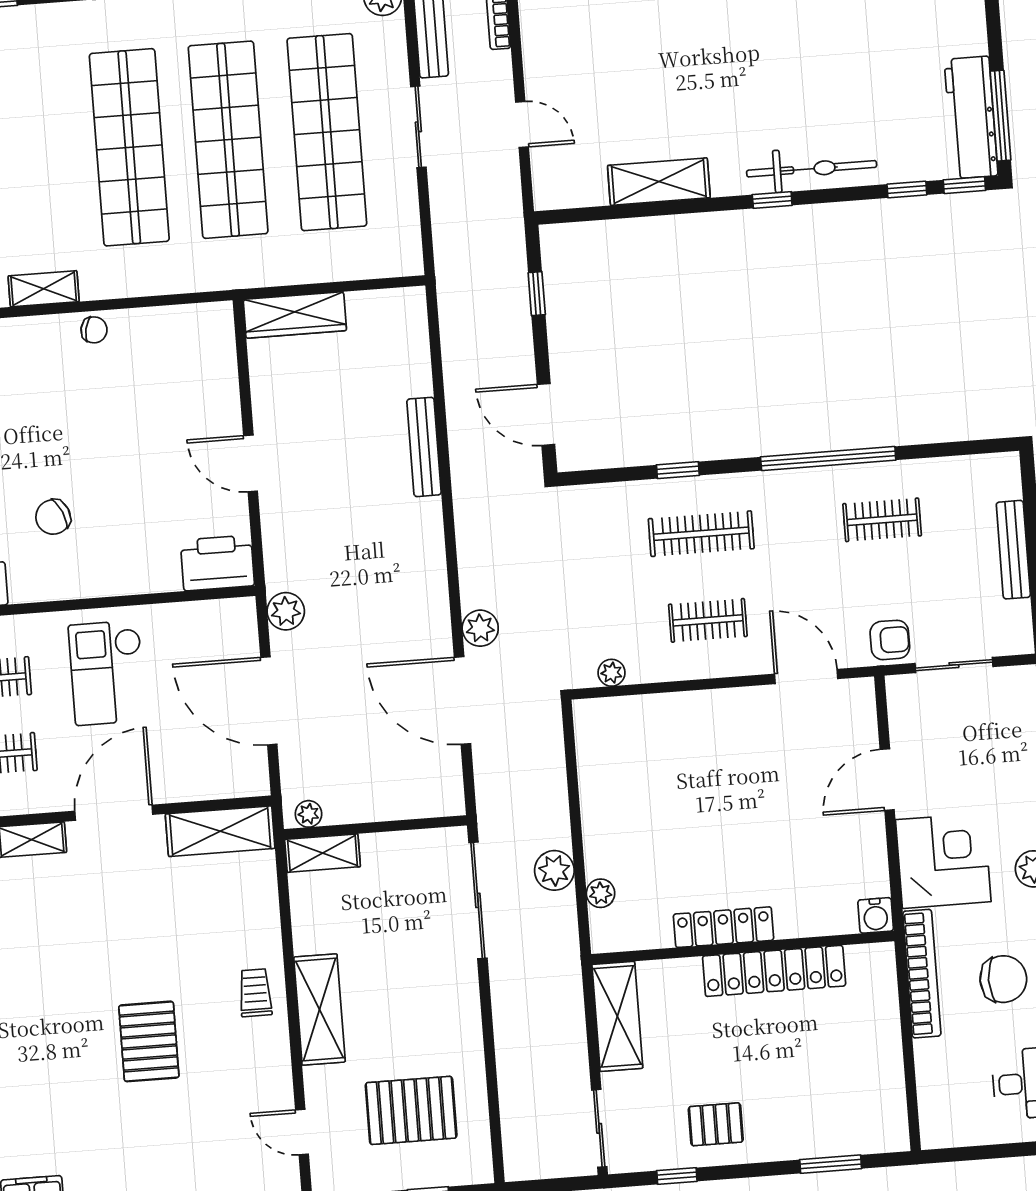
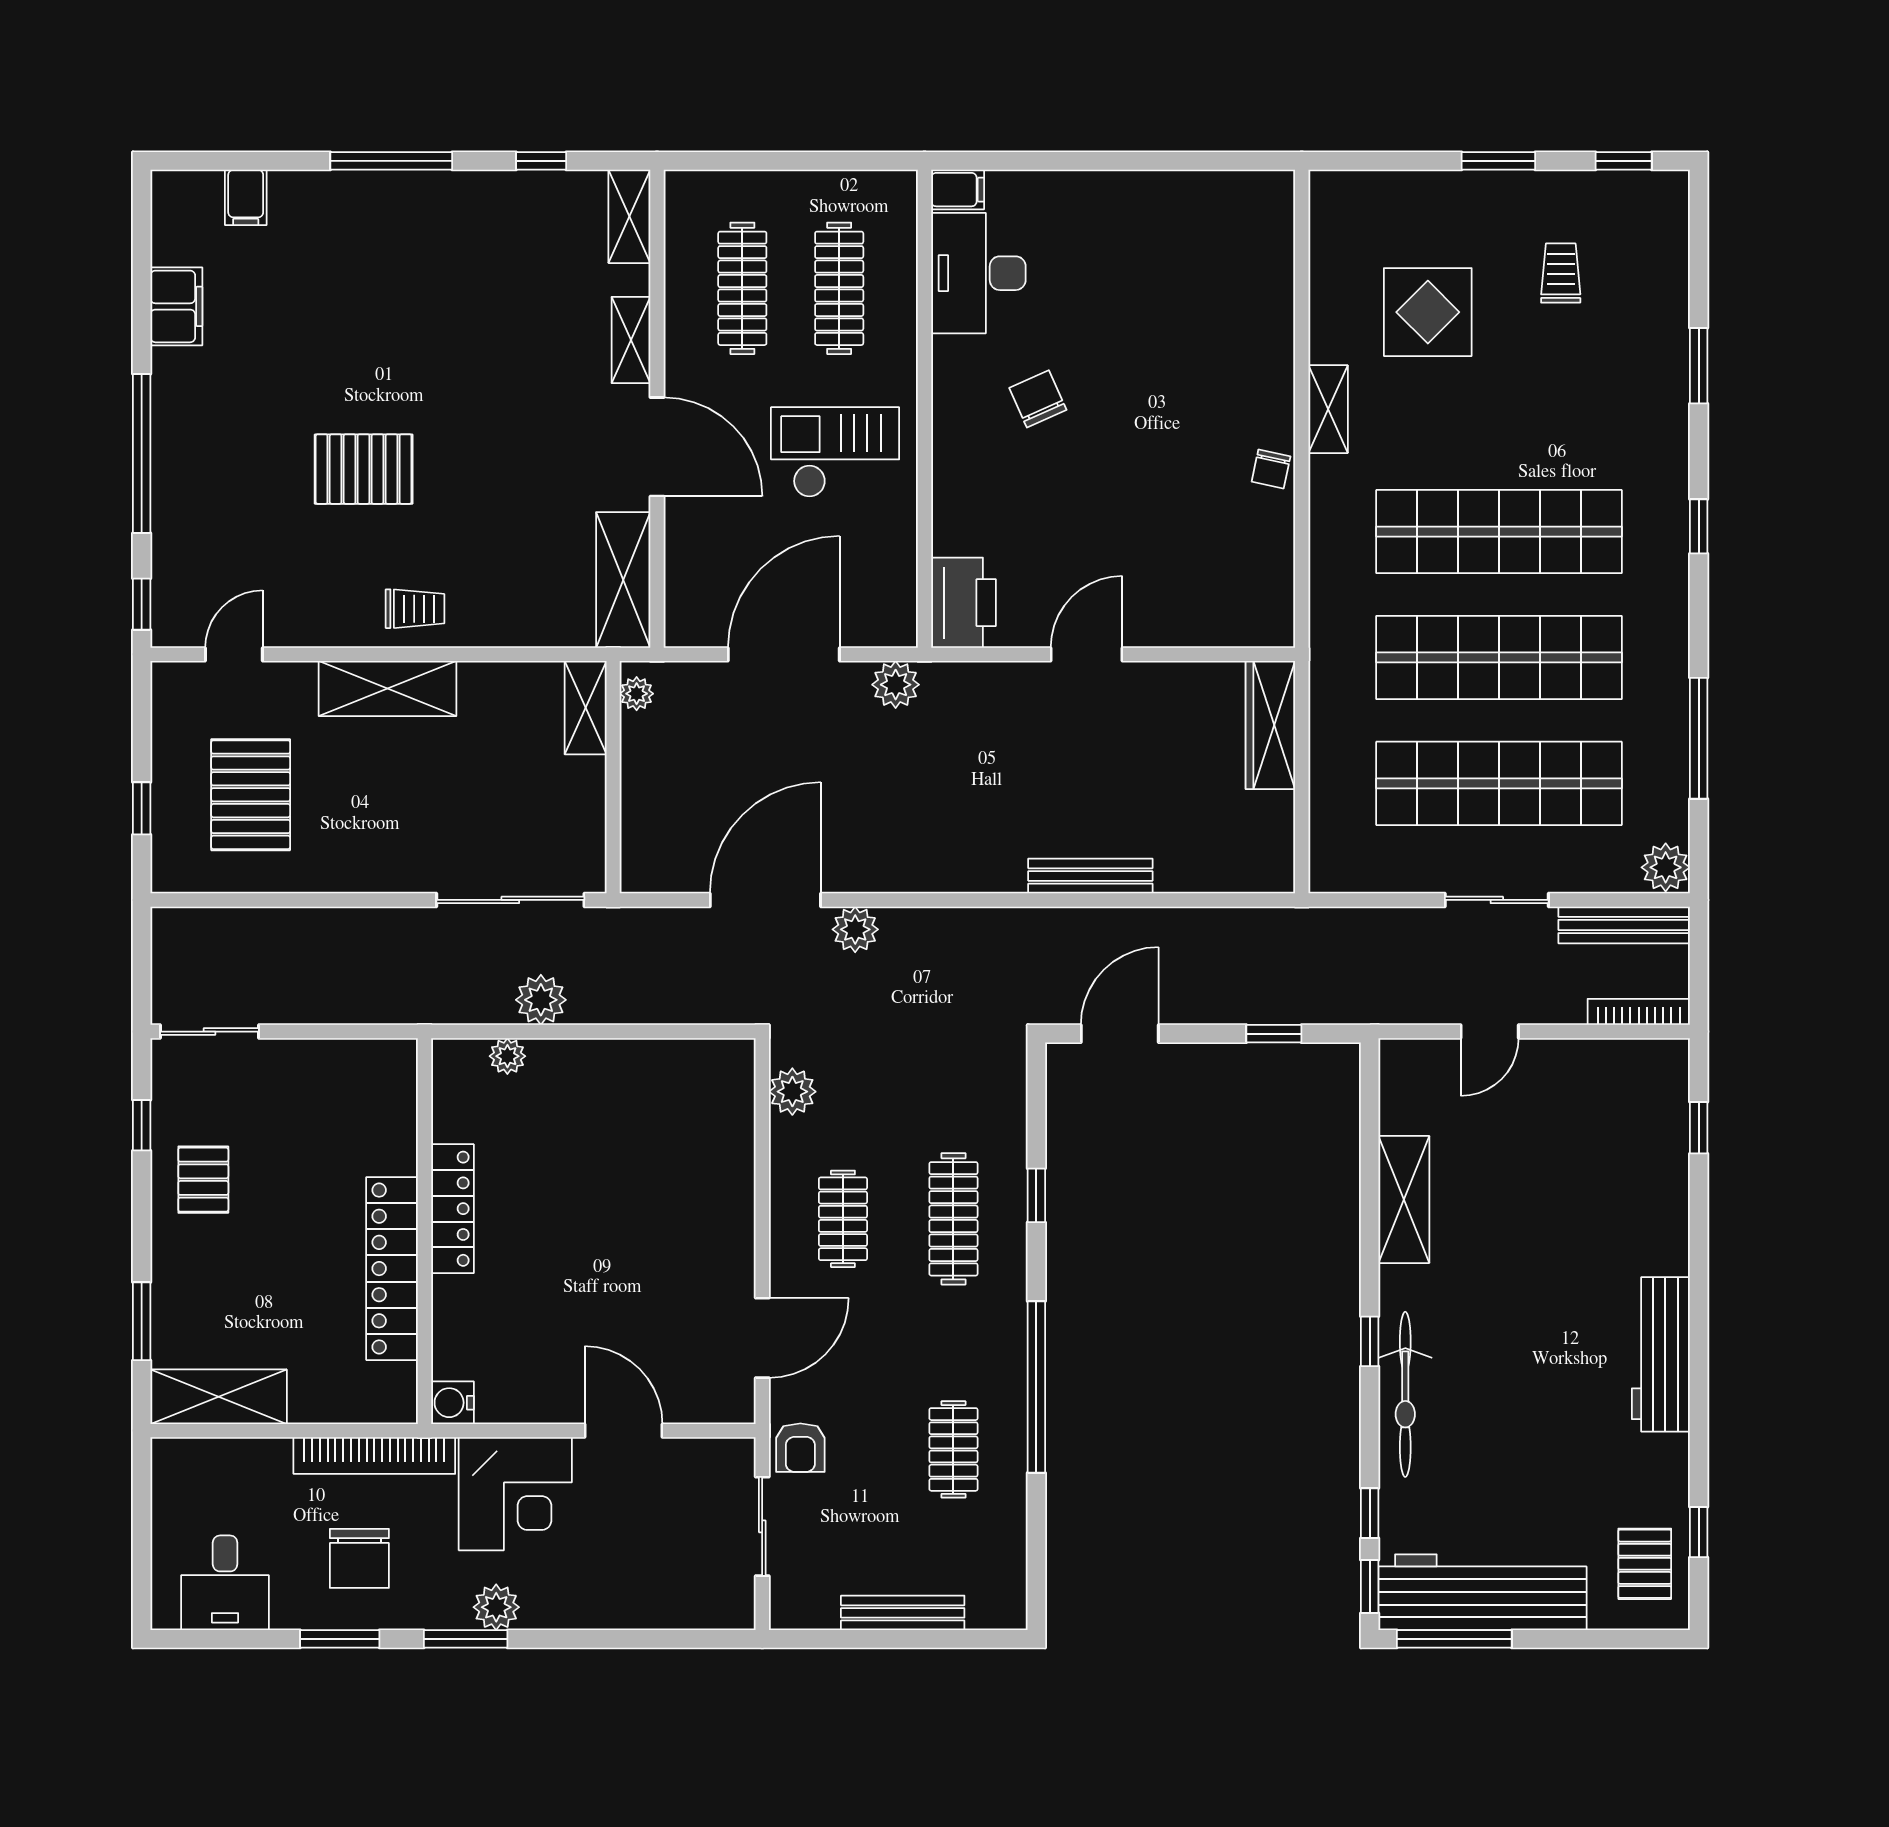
workbench: (971, 117) -> (1483, 1592), width x1.36, depth x1.32
plant: (612, 673) -> (792, 1092), width x1.38, depth x1.38
shelving: (617, 1016) -> (219, 1397), moved

